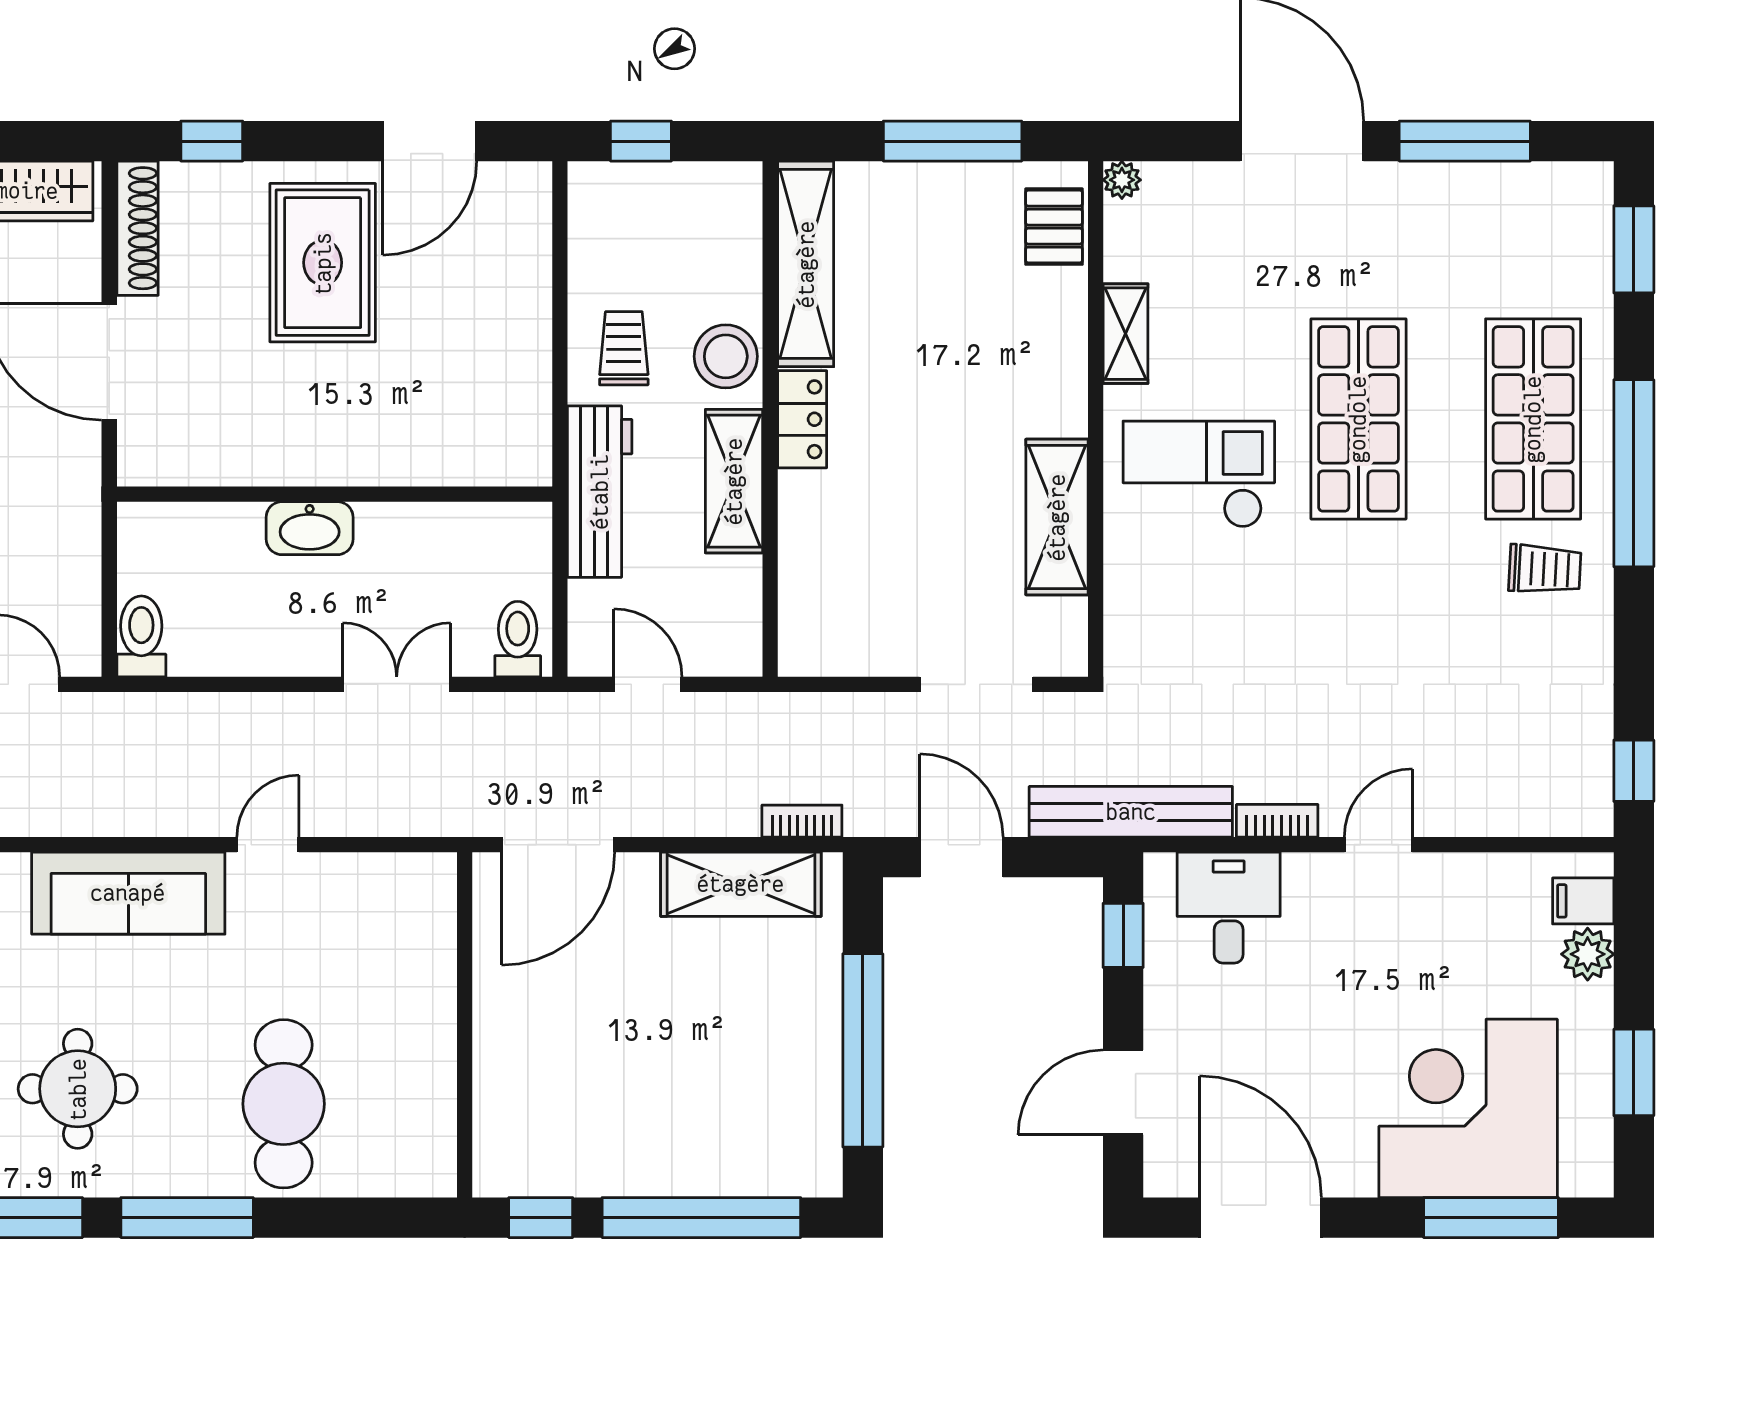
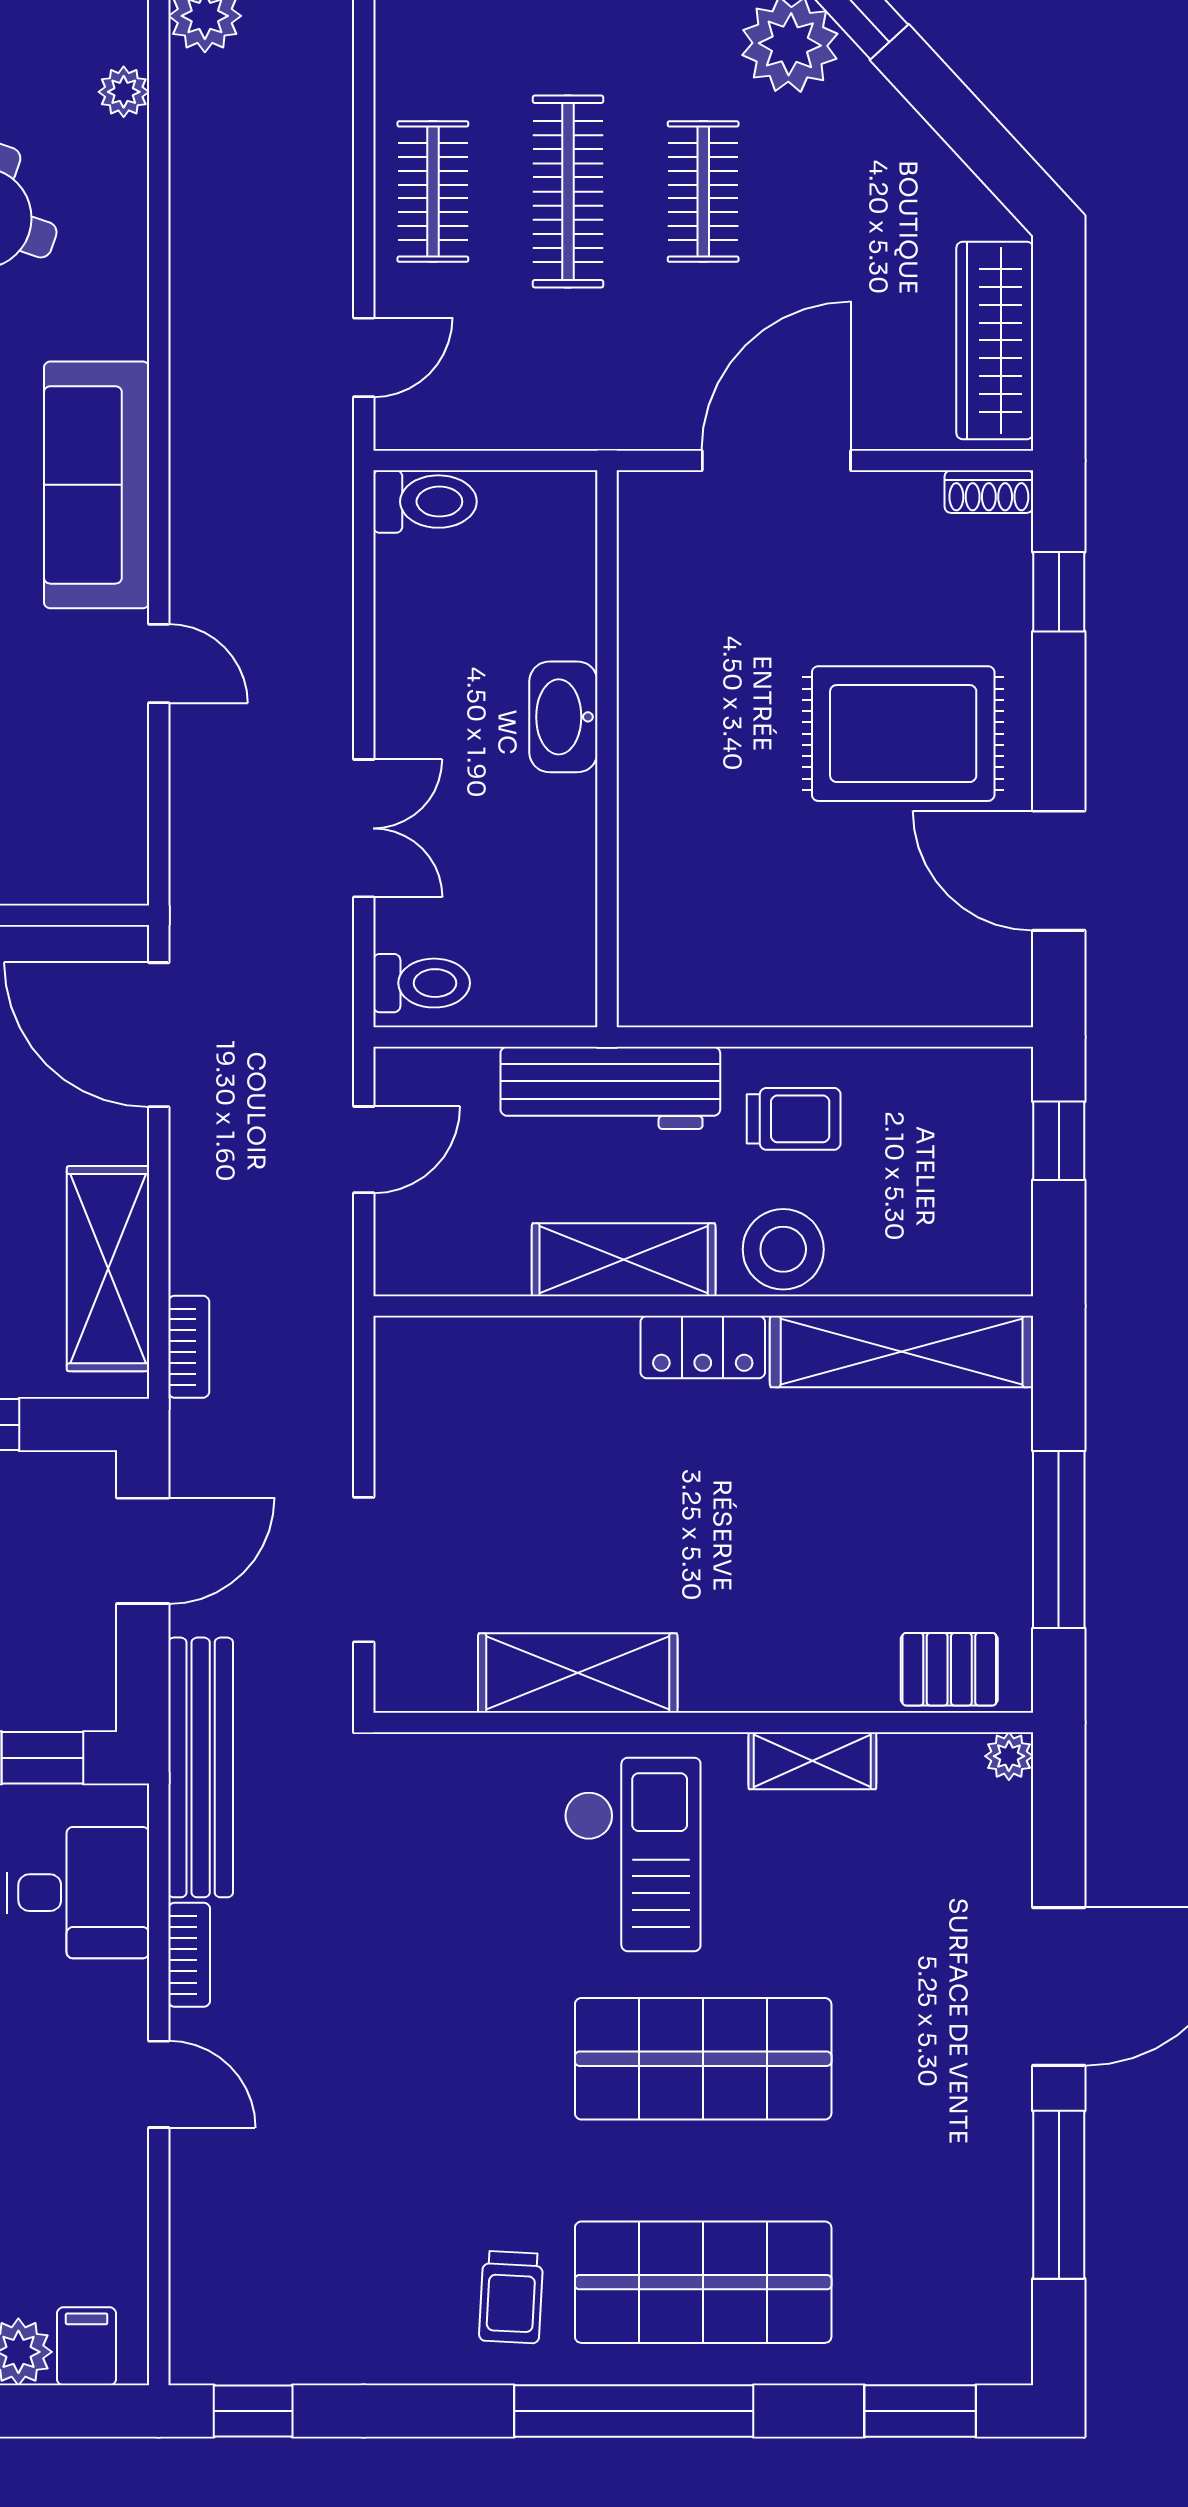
shoe rack: (137, 228) -> (989, 492), width x0.51, depth x0.81

